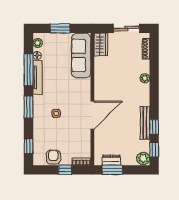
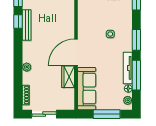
window: (60, 28) -> (107, 114), width x1.44
wardrobe: (101, 44) -> (68, 77), moved
door: (92, 115) -> (76, 52), moved

